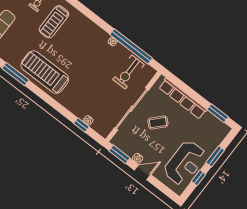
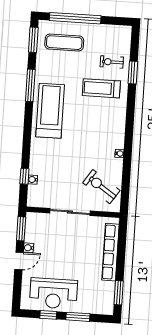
window: (131, 46) -> (126, 173), removed
exercise bike: (128, 72) -> (101, 187), turned 34
sliding door: (132, 109) -> (70, 212), width x0.73
coffee table: (158, 123) -> (74, 244), removed
door: (143, 172) -> (19, 261), hinge flipped

